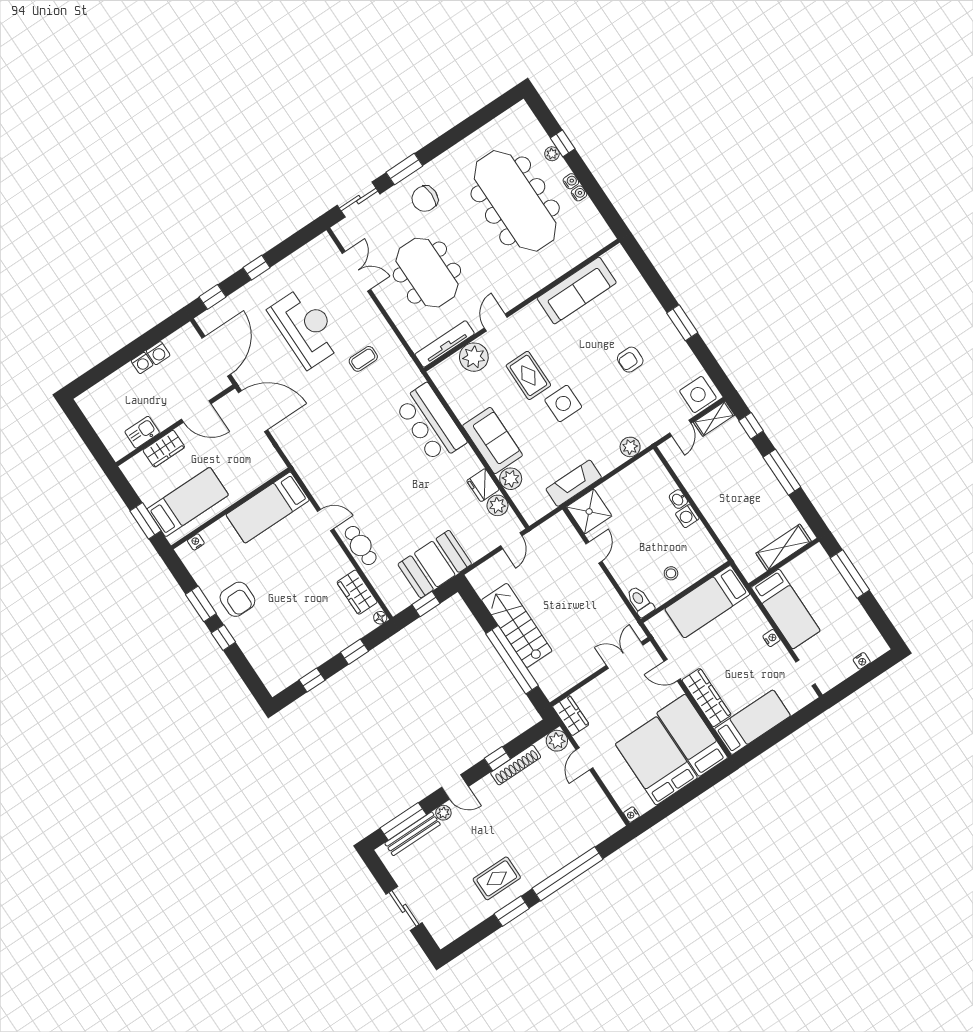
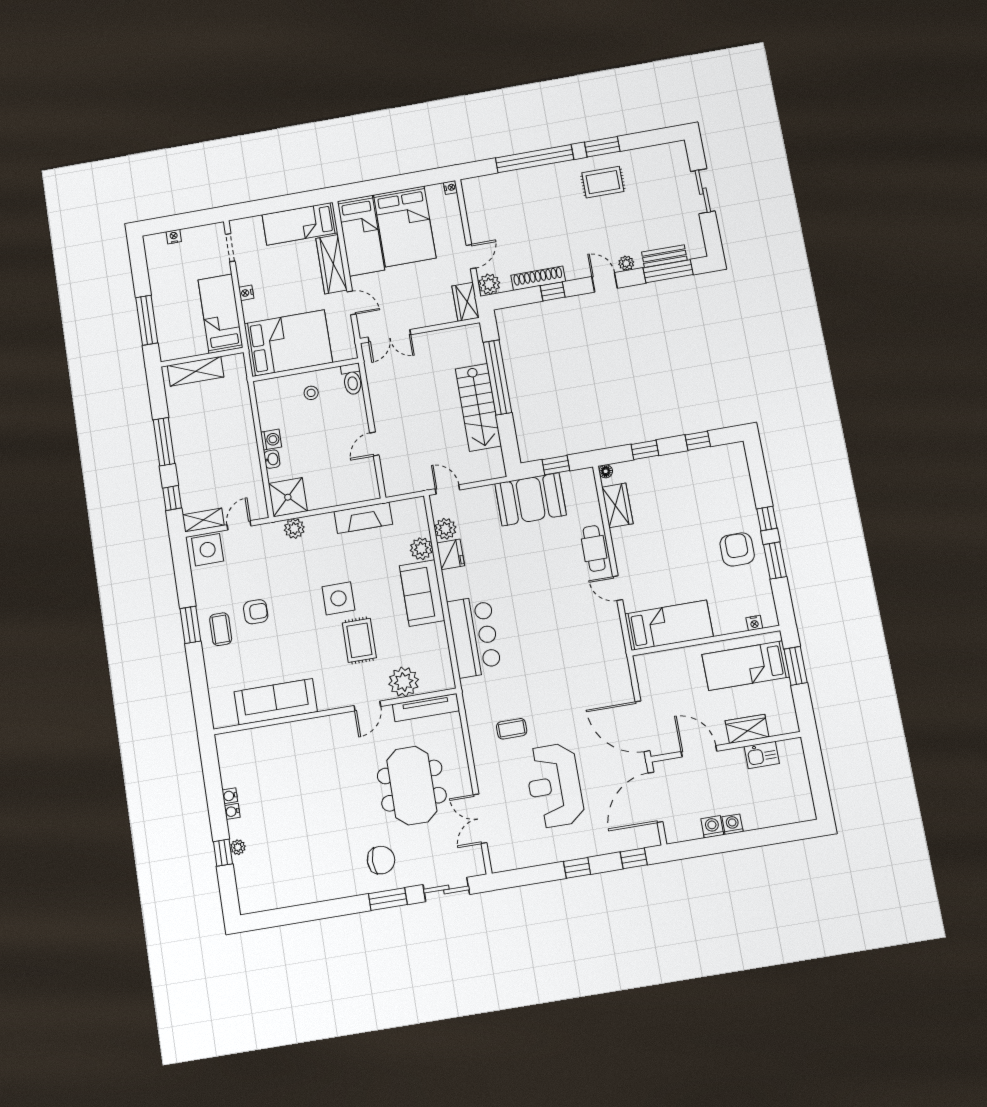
meeting table: (515, 201) -> (295, 817), removed
coffee table: (654, 331) -> (221, 629), added
shower: (589, 511) -> (288, 497), moved
door: (511, 541) -> (448, 489), hinge flipped
bed: (707, 602) -> (288, 343), width x1.50
bench: (413, 834) -> (664, 256), width x0.73

